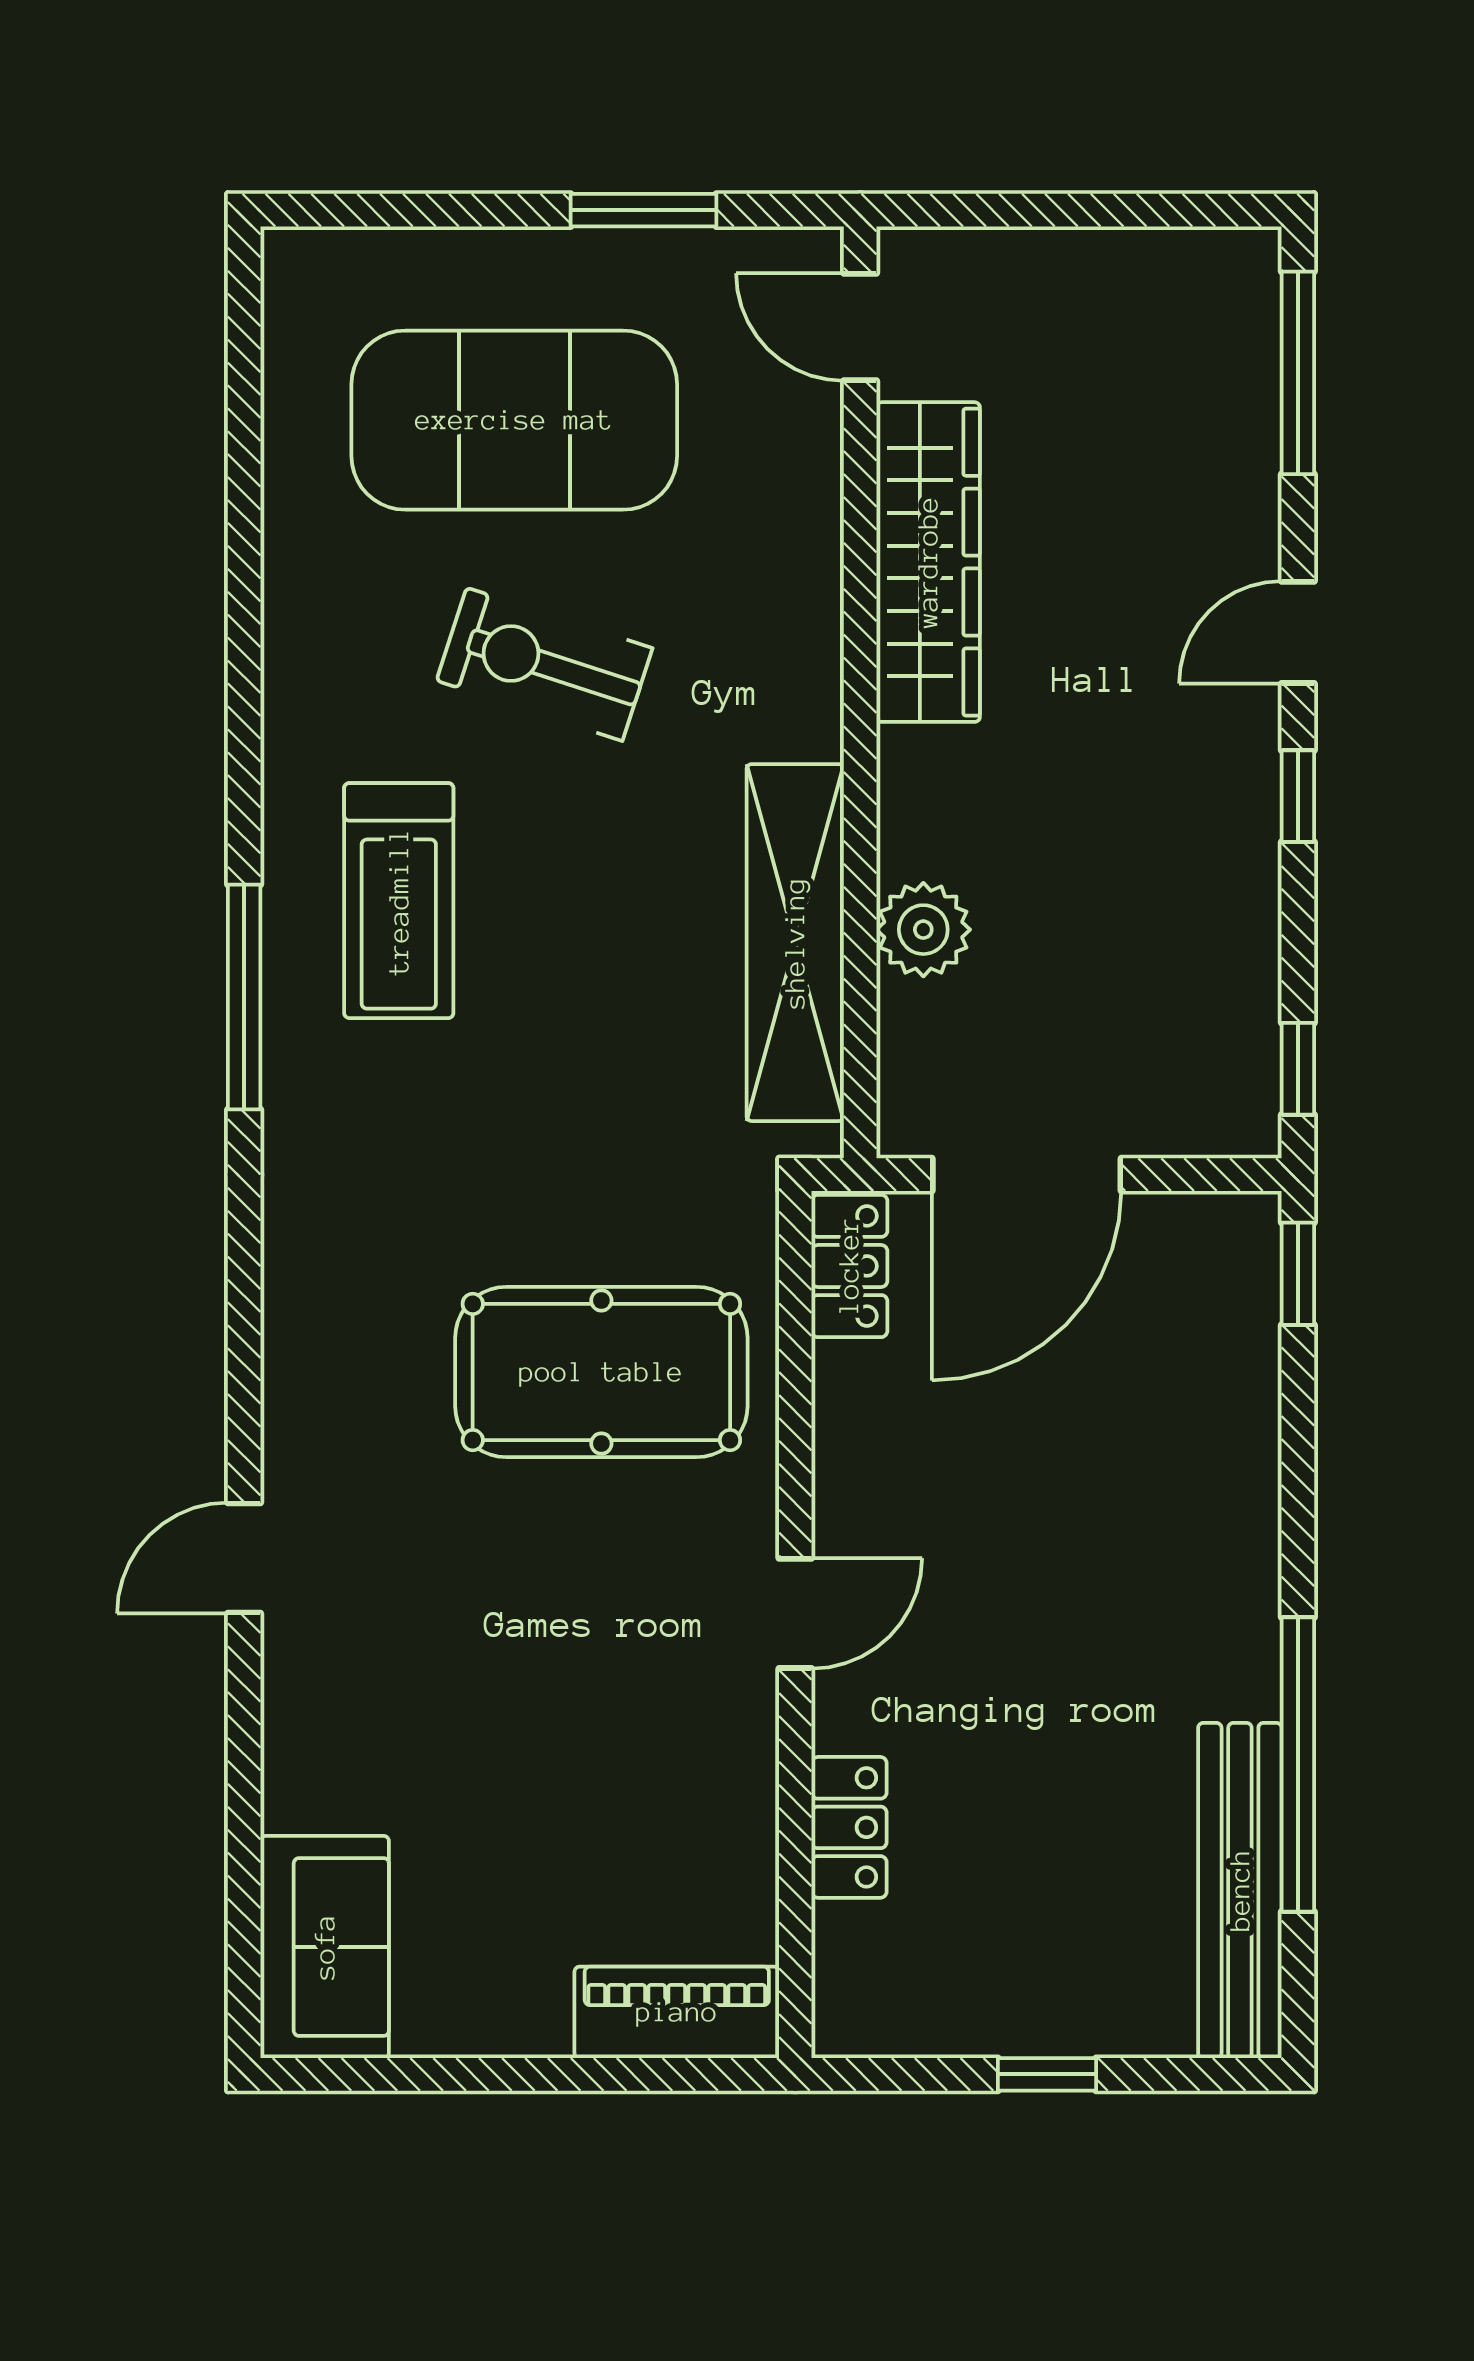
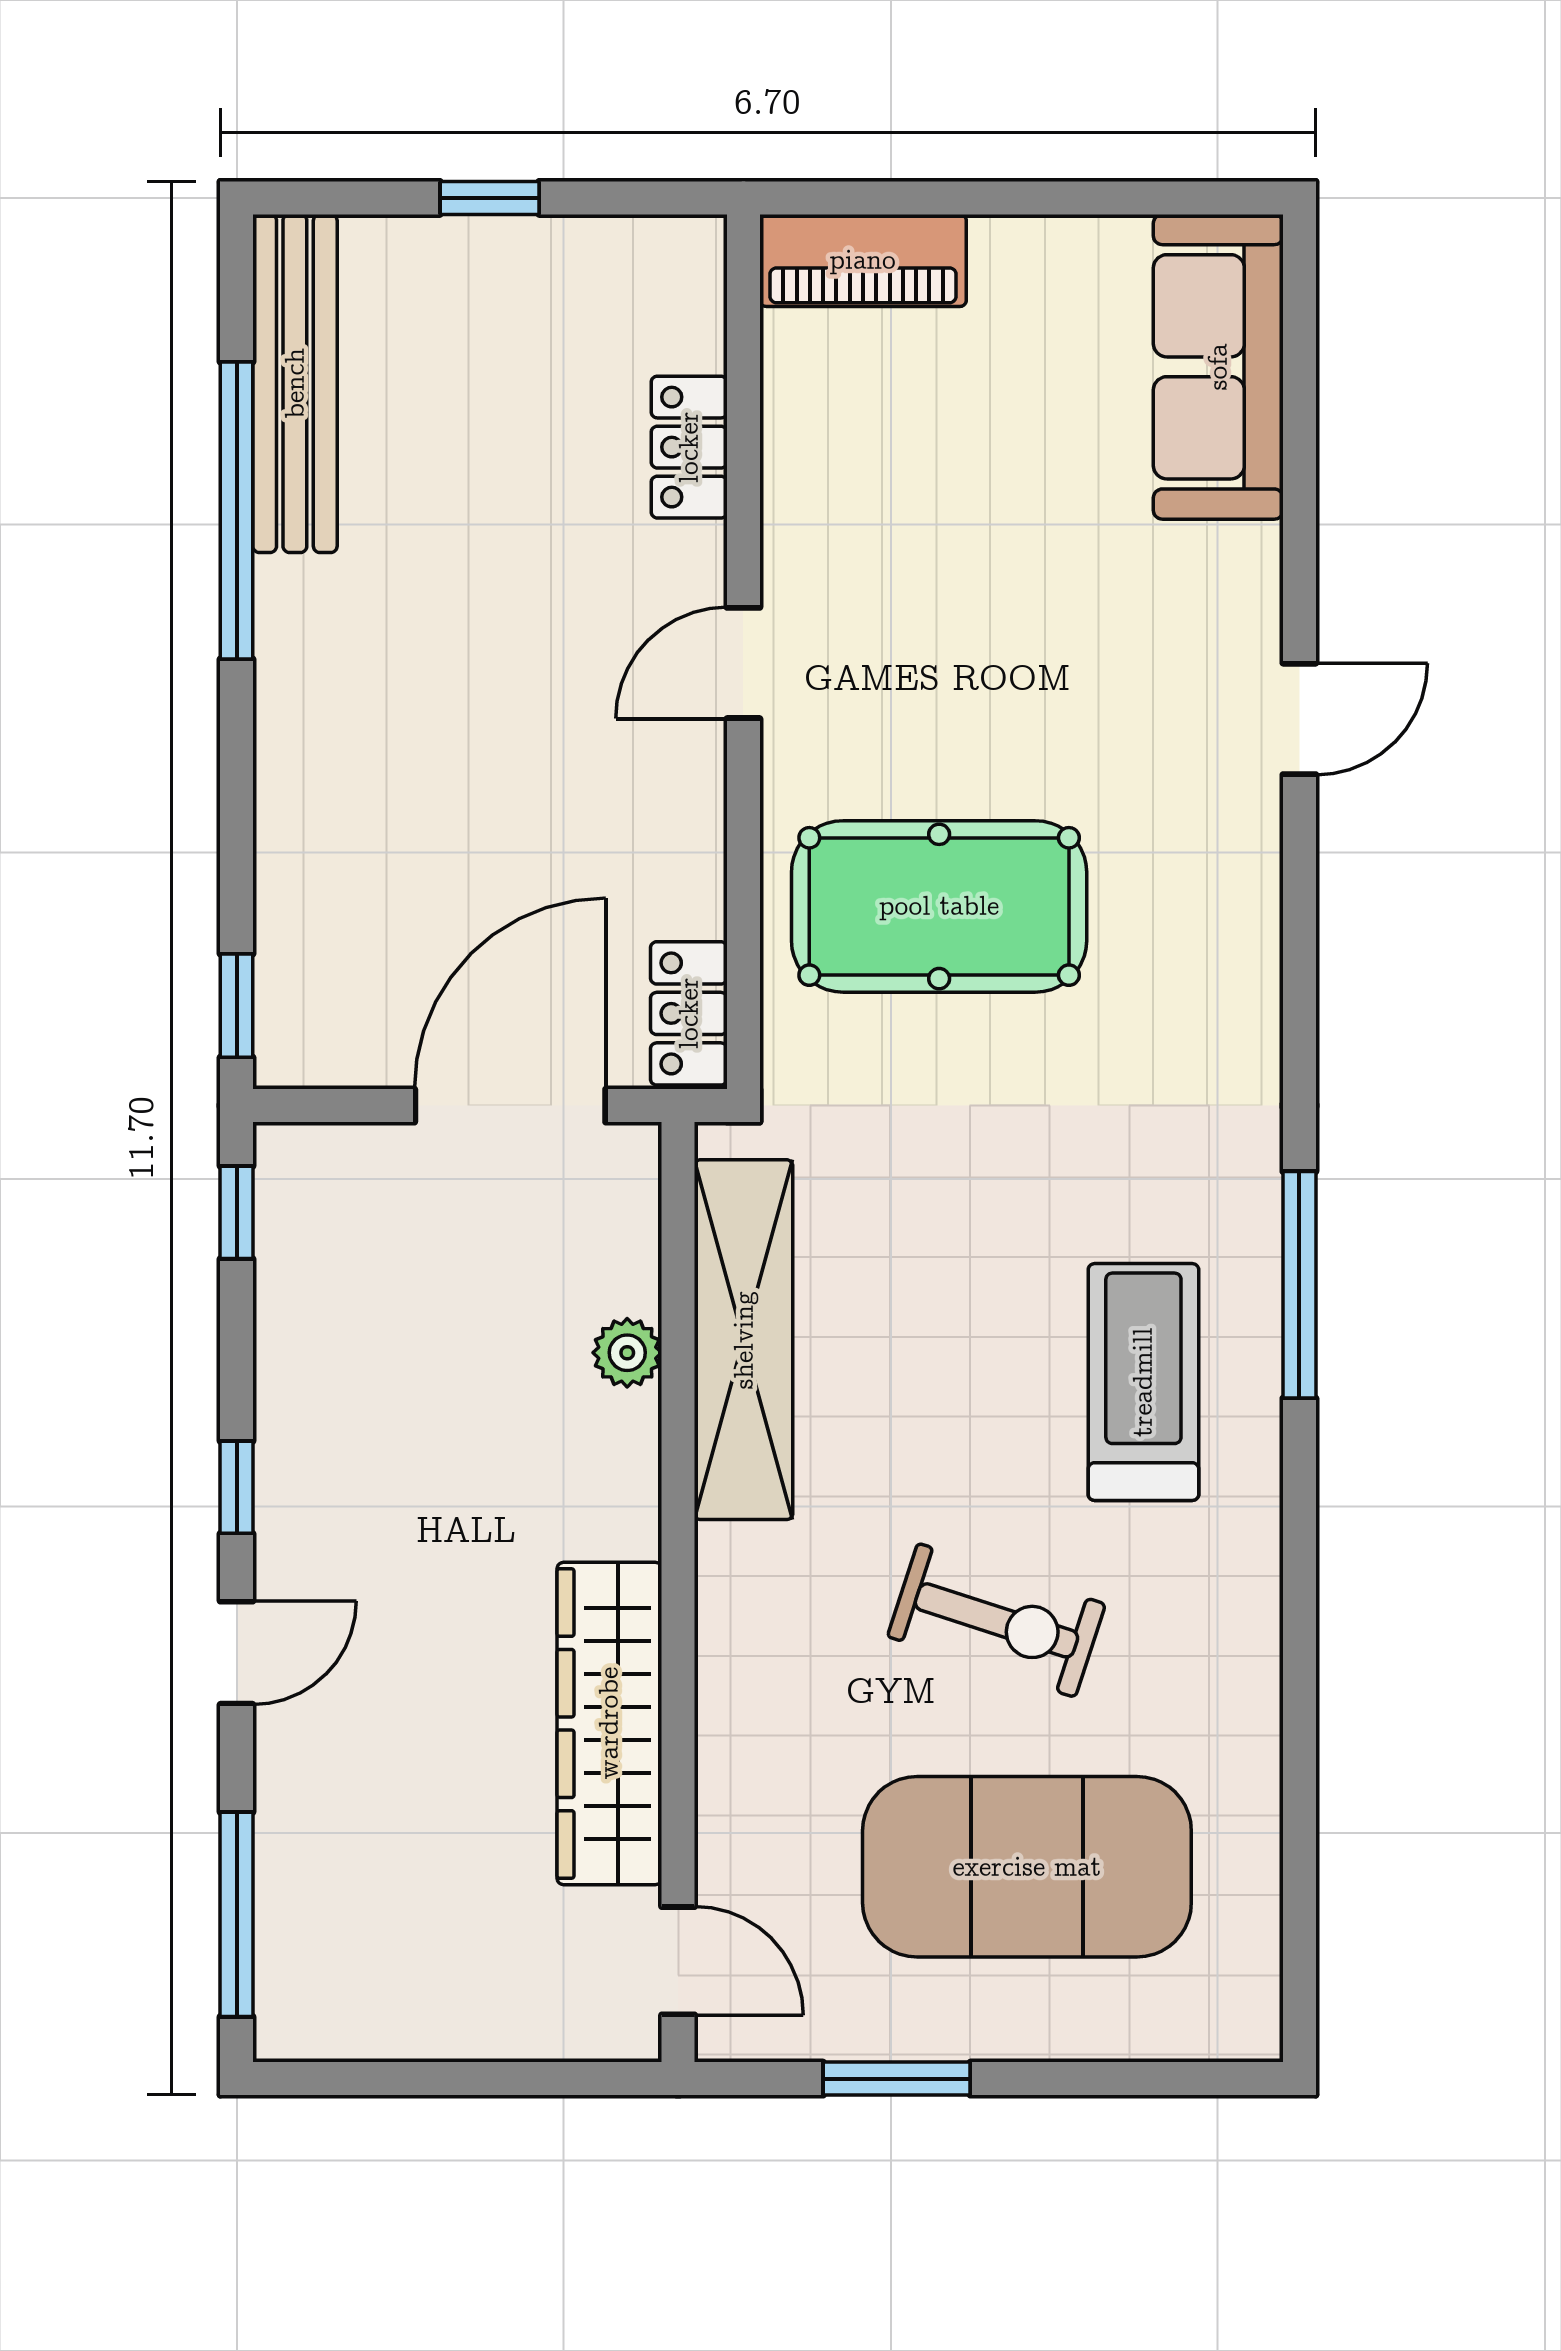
plant: (923, 930) -> (627, 1353), width x0.73, depth x0.73
sofa: (325, 1947) -> (1218, 367), width x1.36

